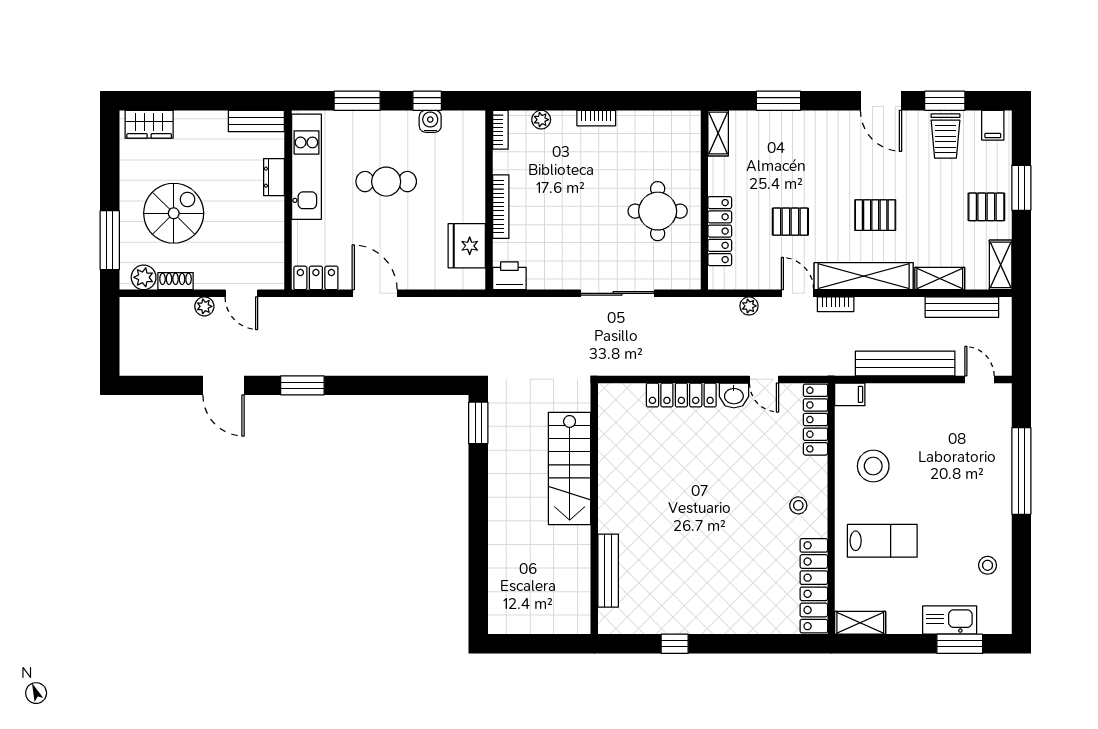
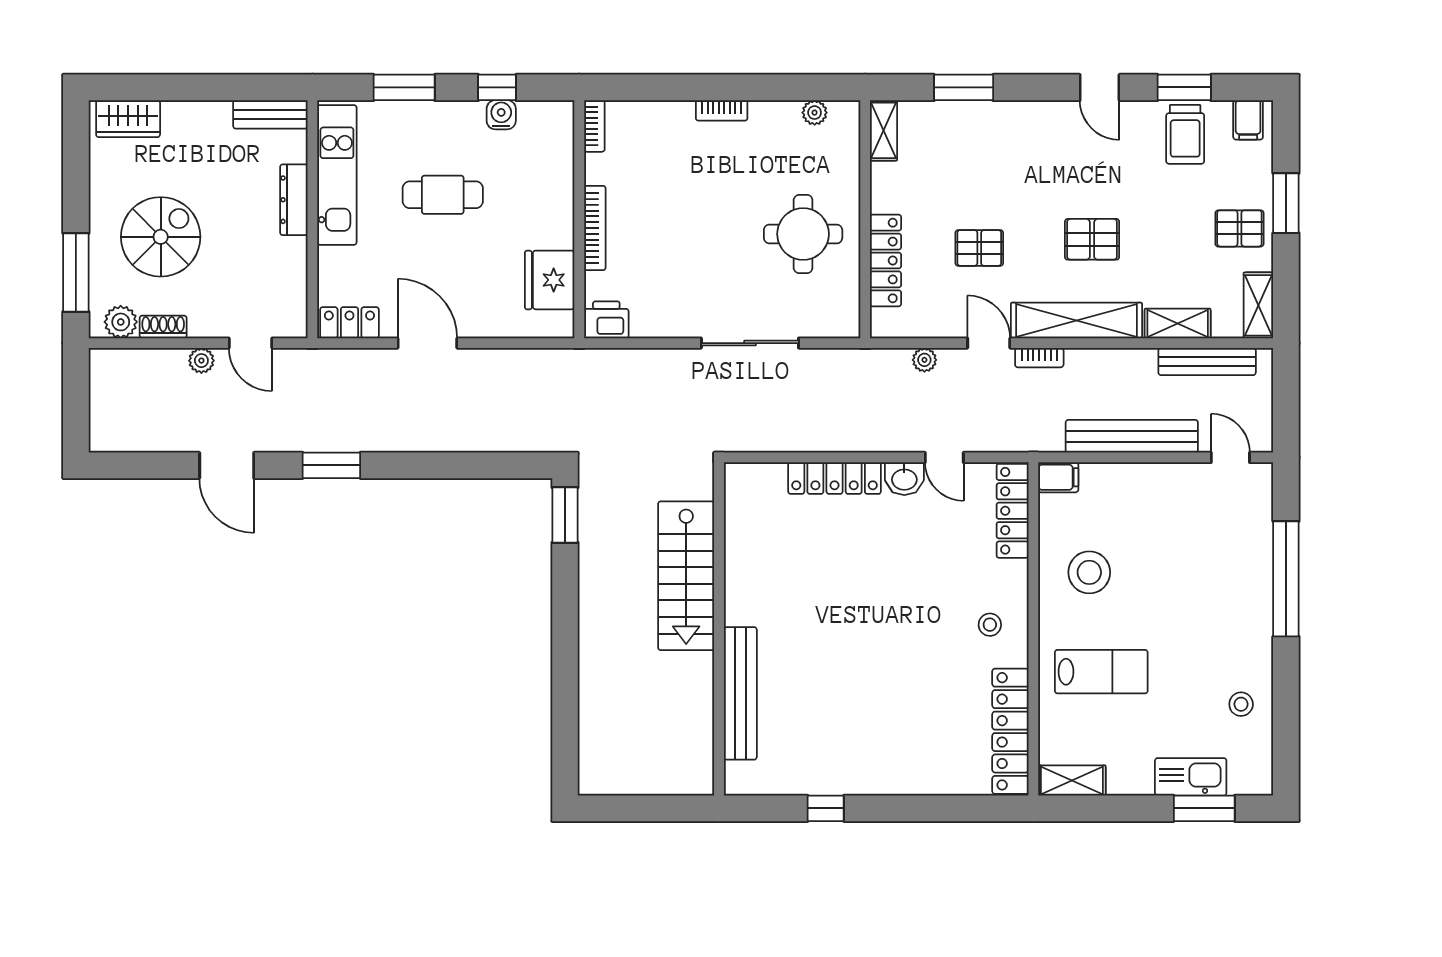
door: (881, 101) -> (1100, 87), width x0.73
plant: (541, 120) -> (815, 113), moved
dresser: (274, 177) -> (294, 200), width x1.44
bench: (608, 571) -> (740, 693), width x1.37, depth x1.21

